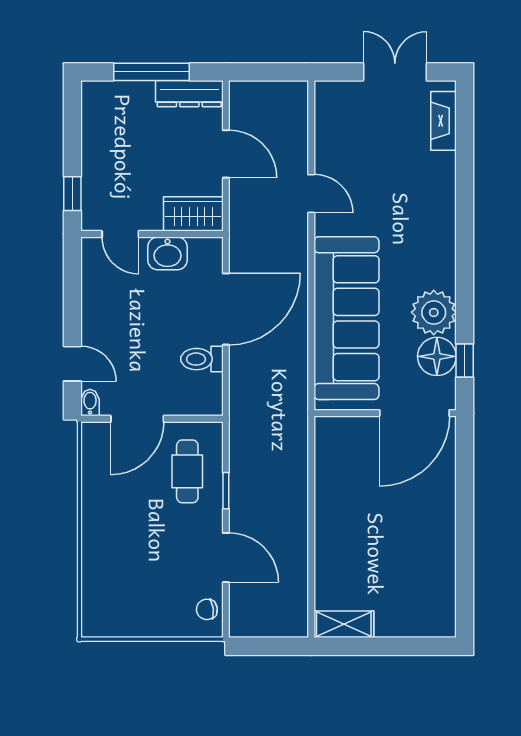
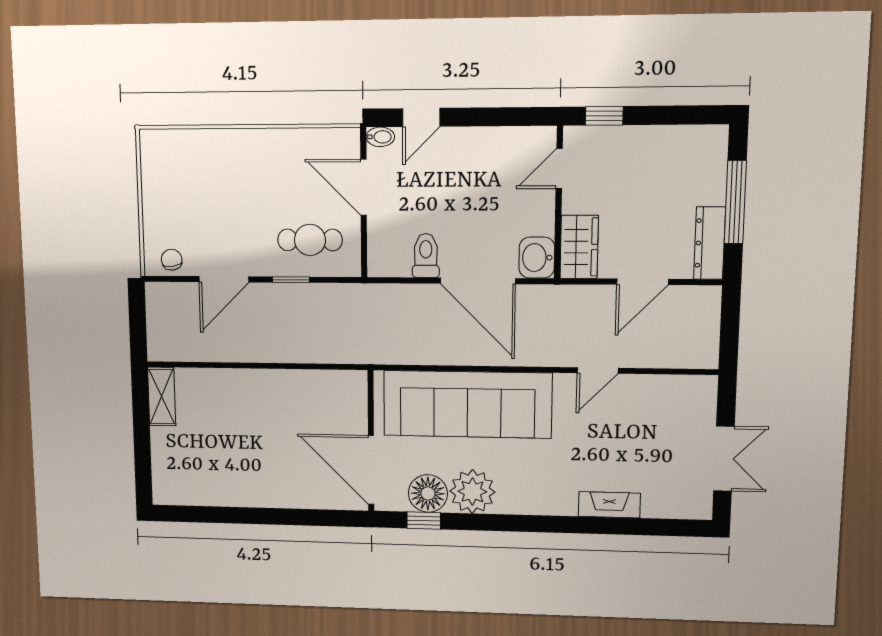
fireplace: (444, 121) -> (609, 505), moved
washbasin: (168, 253) -> (537, 258), moved

